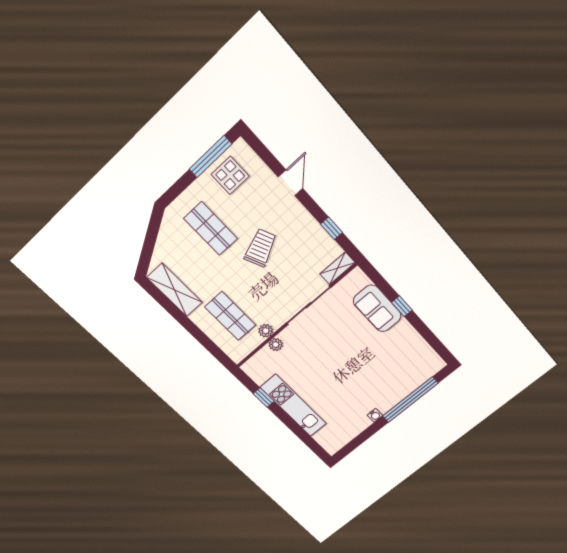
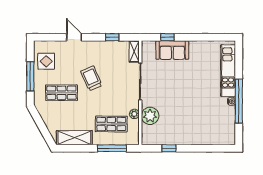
window: (210, 157) -> (30, 76), moved
window: (402, 306) -> (167, 37), moved
window: (204, 340) -> (112, 148), added
plant: (276, 345) -> (150, 116), width x1.88, depth x1.88
window: (410, 400) -> (239, 101), moved
kitchen unit: (293, 406) -> (228, 71), moved, turned -90

